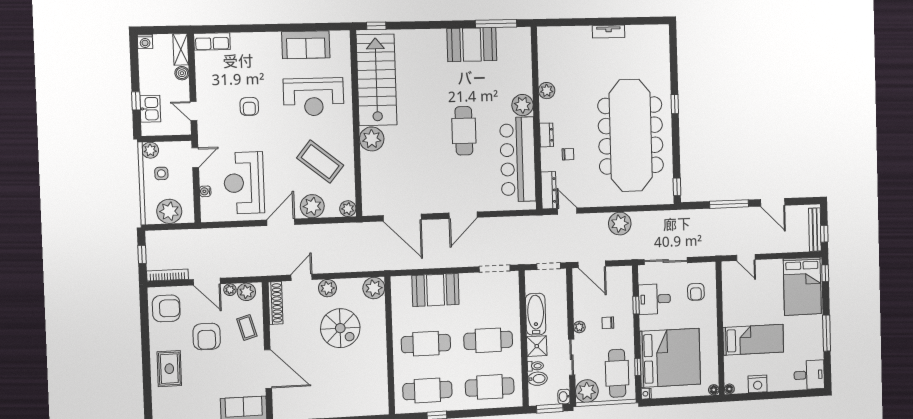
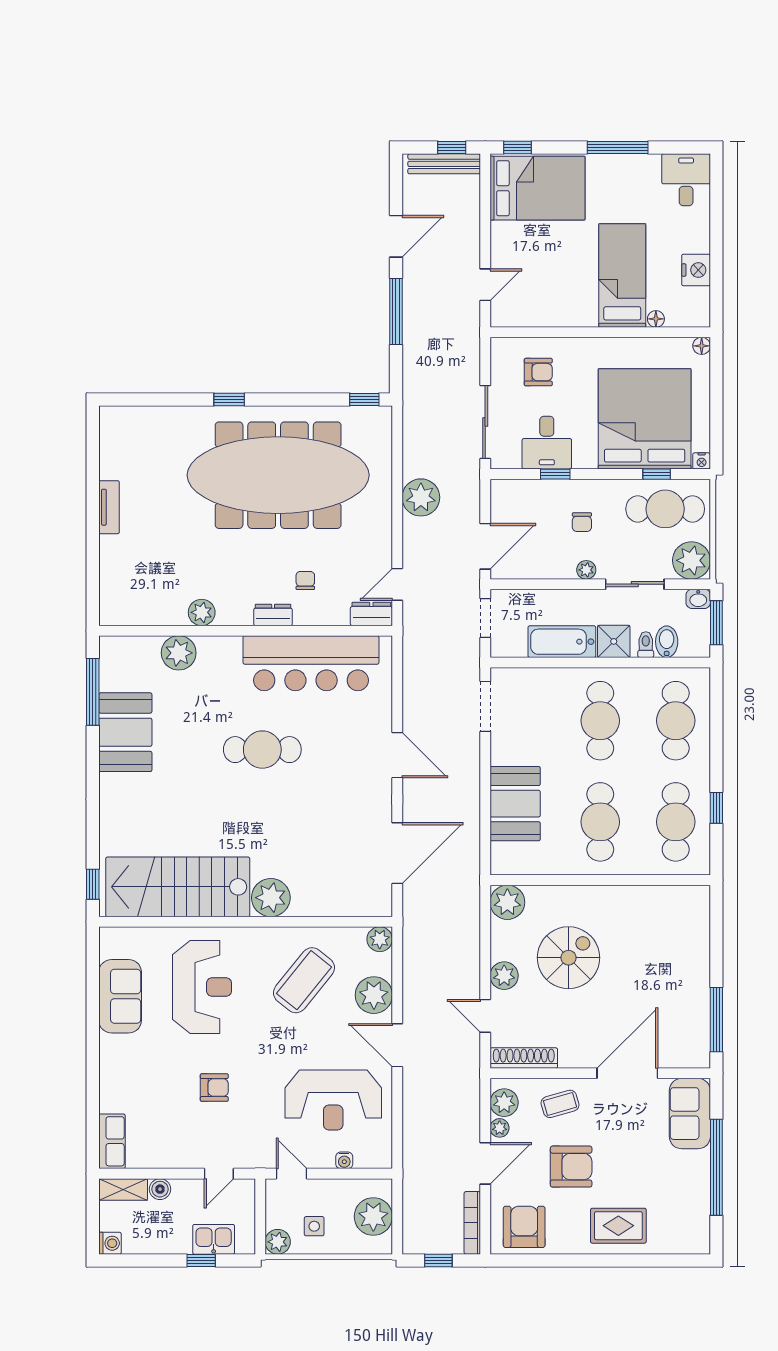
plant: (522, 105) -> (179, 653), moved
dresser: (549, 190) -> (371, 614), width x0.70
floor lamp: (729, 389) -> (656, 319), moved

